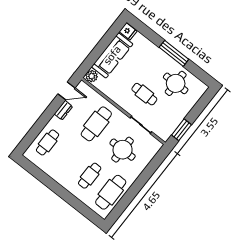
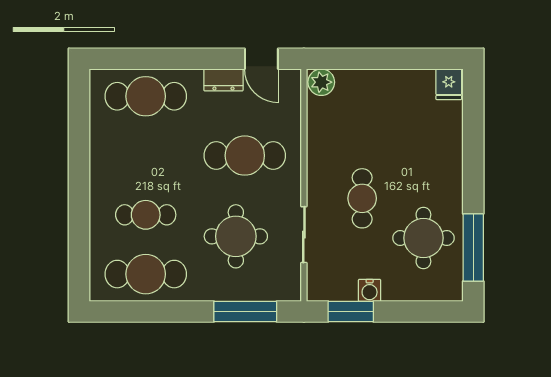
window: (174, 53) -> (473, 248), moved
sofa: (112, 55) -> (385, 90), removed
water cooler: (179, 117) -> (370, 290), added
cafe table: (48, 142) -> (146, 96), width x1.37, depth x1.35
window: (152, 167) -> (245, 312), added

